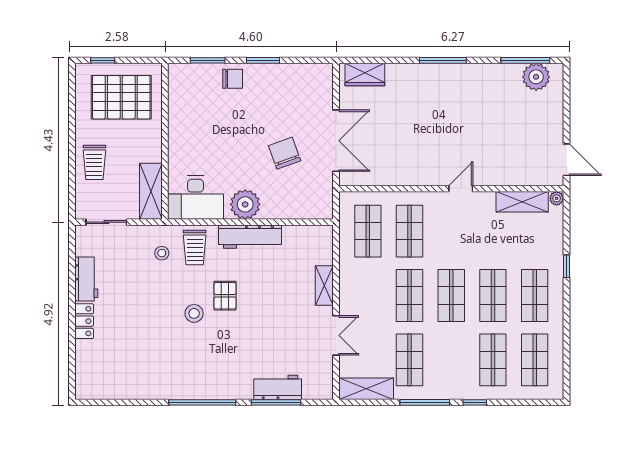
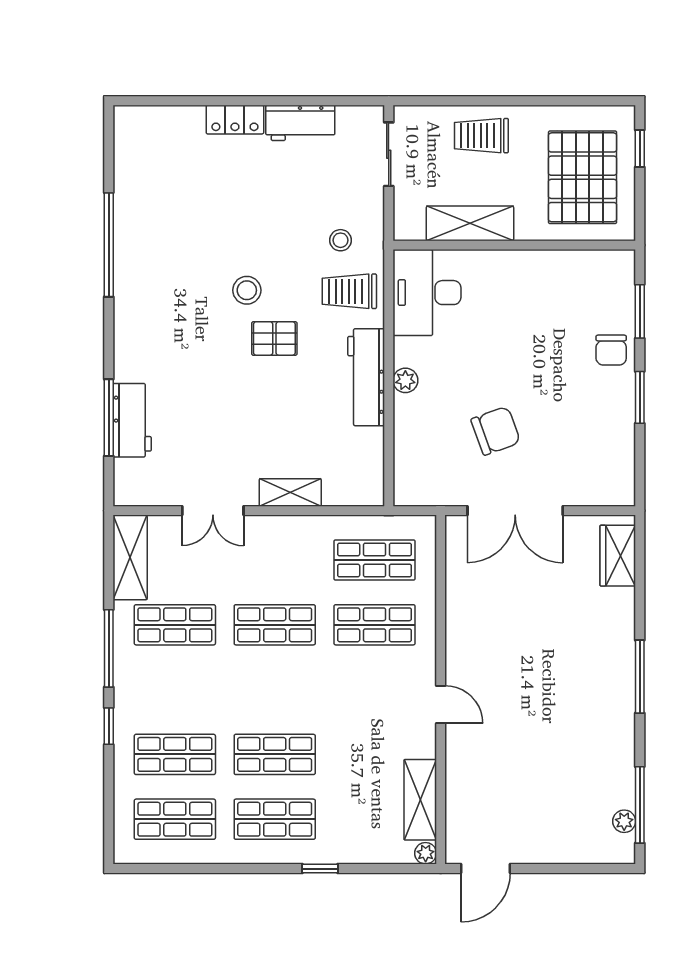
plant: (536, 77) -> (624, 821), width x0.53, depth x0.53
shelving: (151, 191) -> (470, 223), moved
plant: (245, 204) -> (405, 380), width x0.53, depth x0.53
shop shelf: (451, 296) -> (275, 690), removed
window: (202, 402) -> (109, 245), moved

